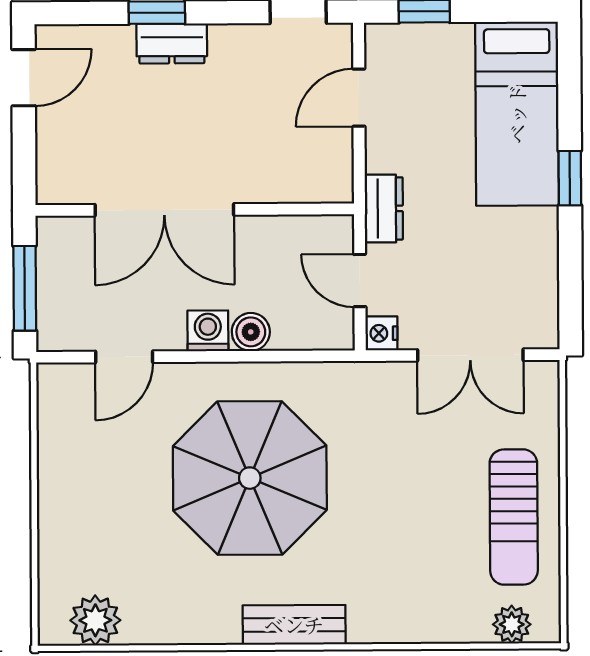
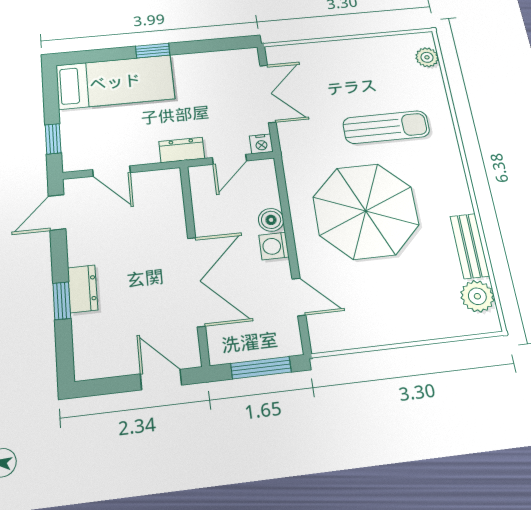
door: (24, 78) -> (161, 380), moved
sun lounger: (514, 517) -> (386, 127), moved
bench: (294, 625) -> (470, 246), moved

